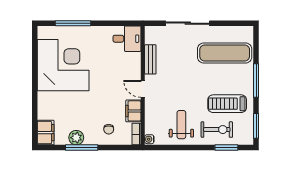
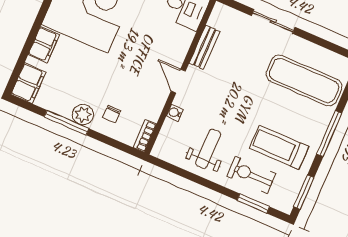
sliding door: (188, 23) -> (273, 21), width x0.73
filing cabinet: (133, 111) -> (44, 45), moved, turned 180
exercise bike: (217, 130) -> (251, 175), turned 180
plant: (76, 138) -> (83, 115), moved
water cooler: (149, 139) -> (175, 113), moved

